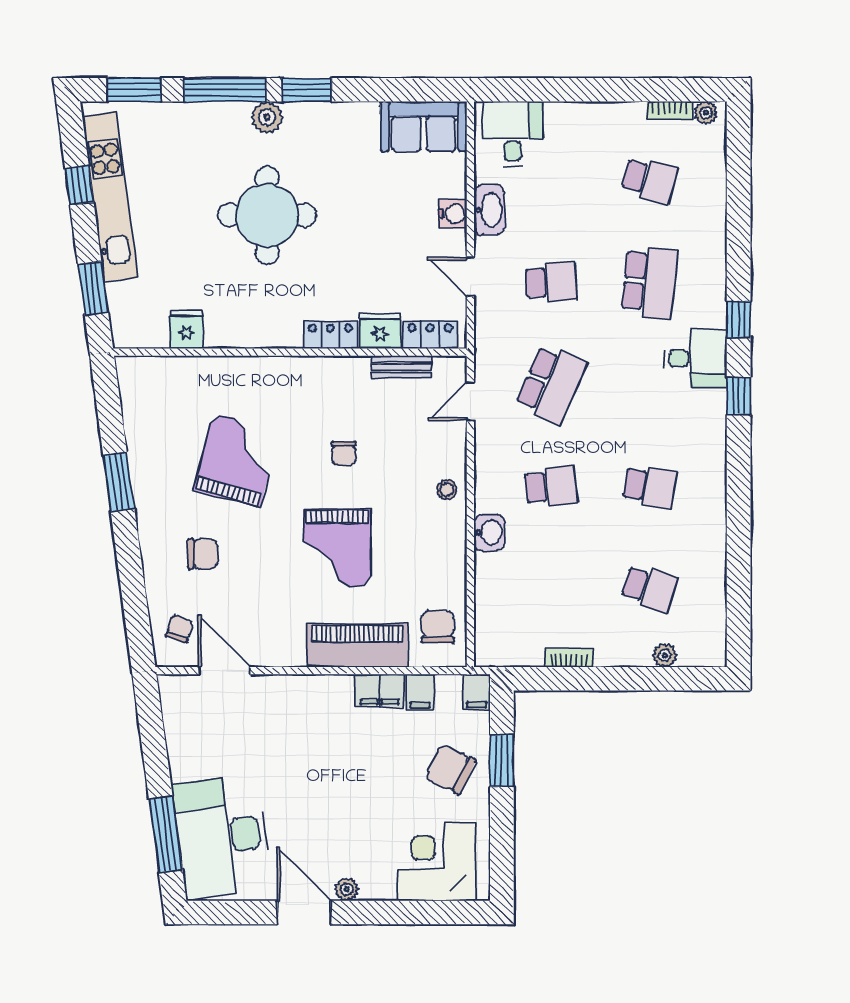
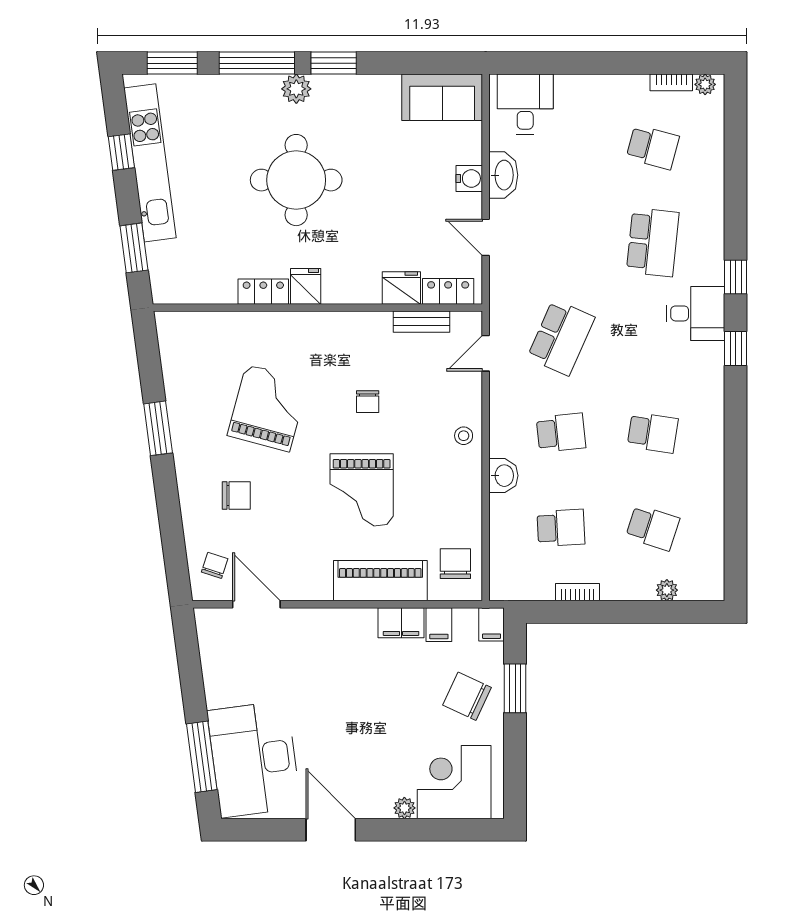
school desk: (551, 282) -> (561, 528), moved
fridge: (186, 329) -> (306, 286), moved
locker: (330, 335) -> (263, 292), moved
plant: (347, 889) -> (404, 808), moved

